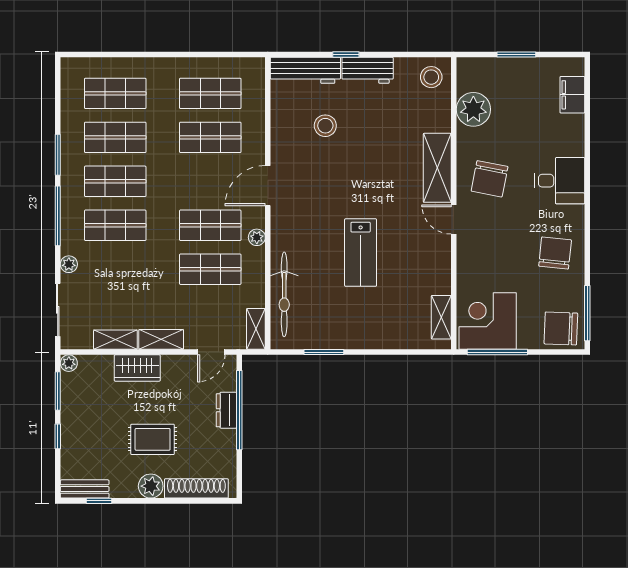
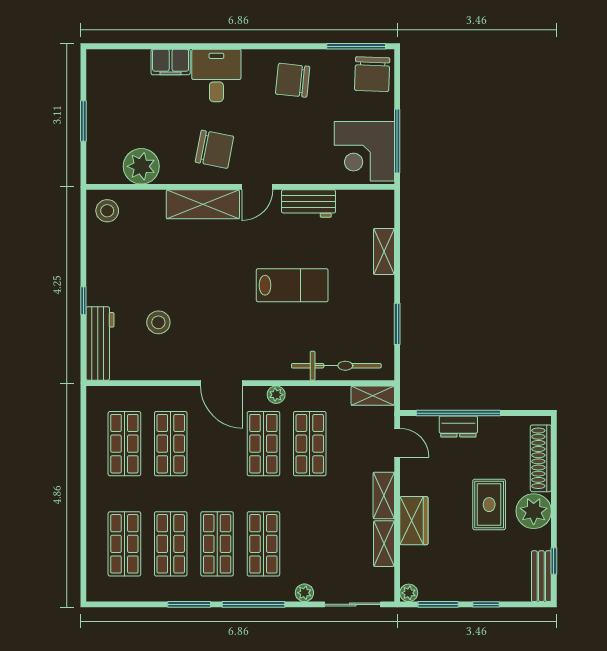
workbench: (368, 70) -> (309, 204), moved, turned 90
filing cabinet: (572, 95) -> (171, 62), moved
shelving: (441, 317) -> (384, 251), moved, turned 90
plant: (151, 486) -> (534, 511), width x1.36, depth x1.36

